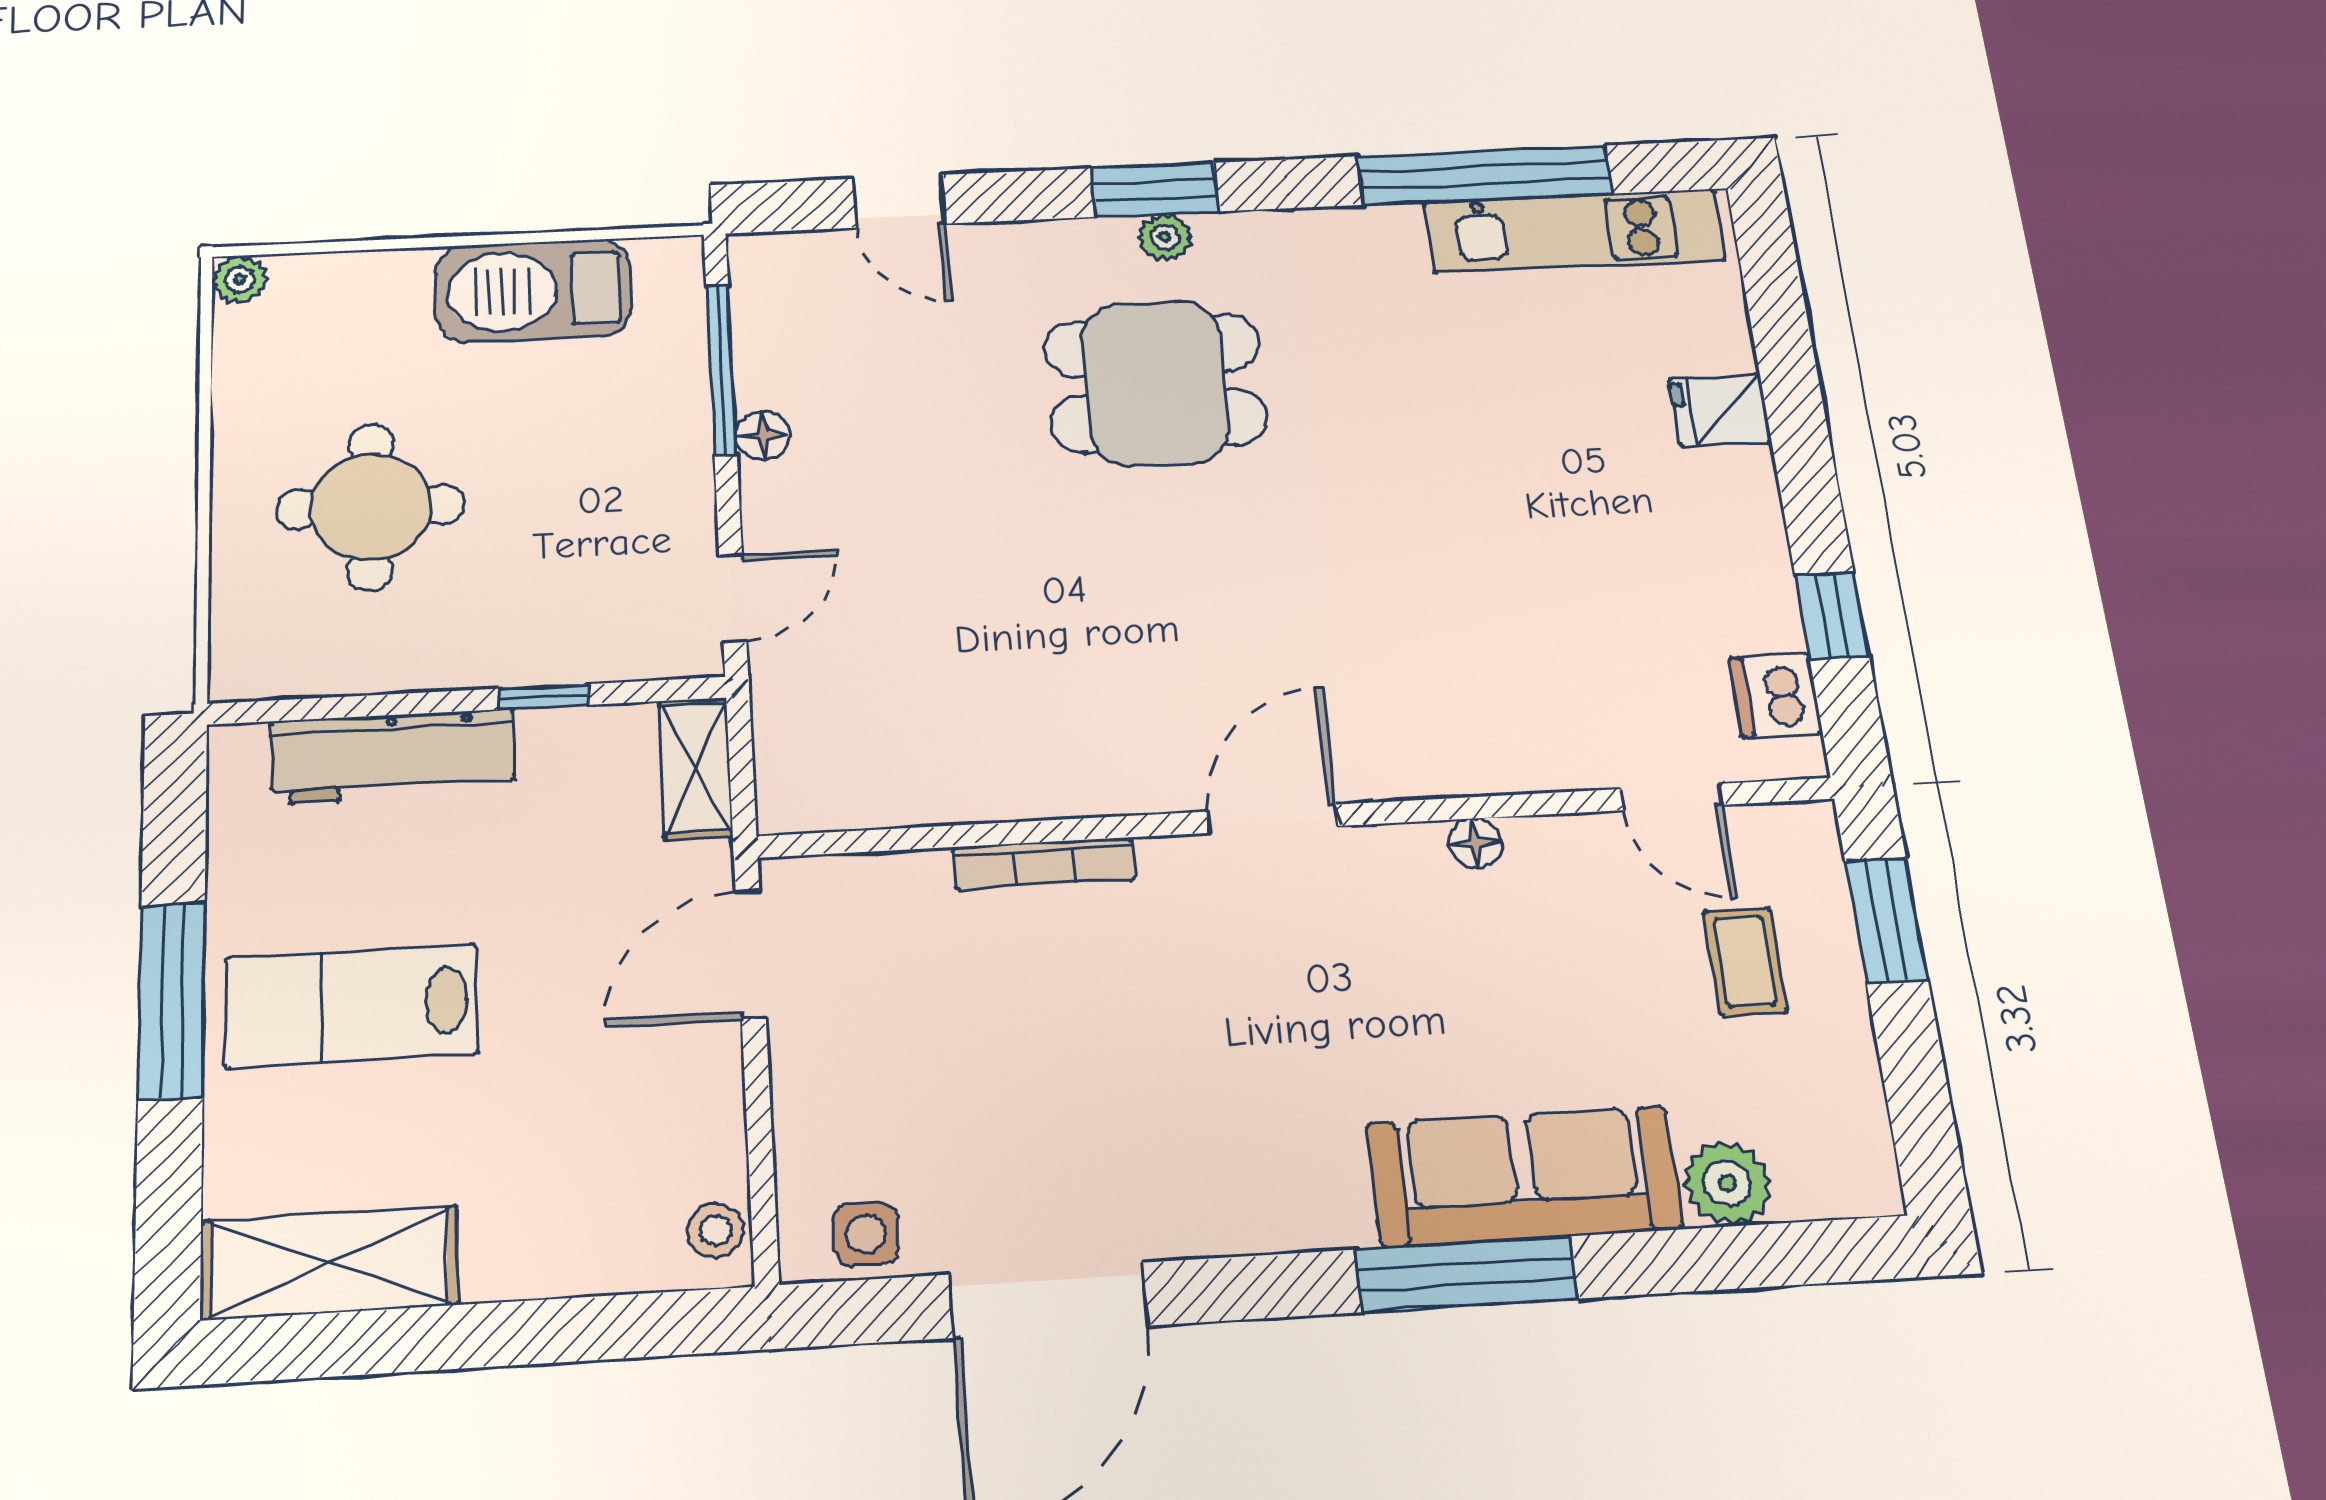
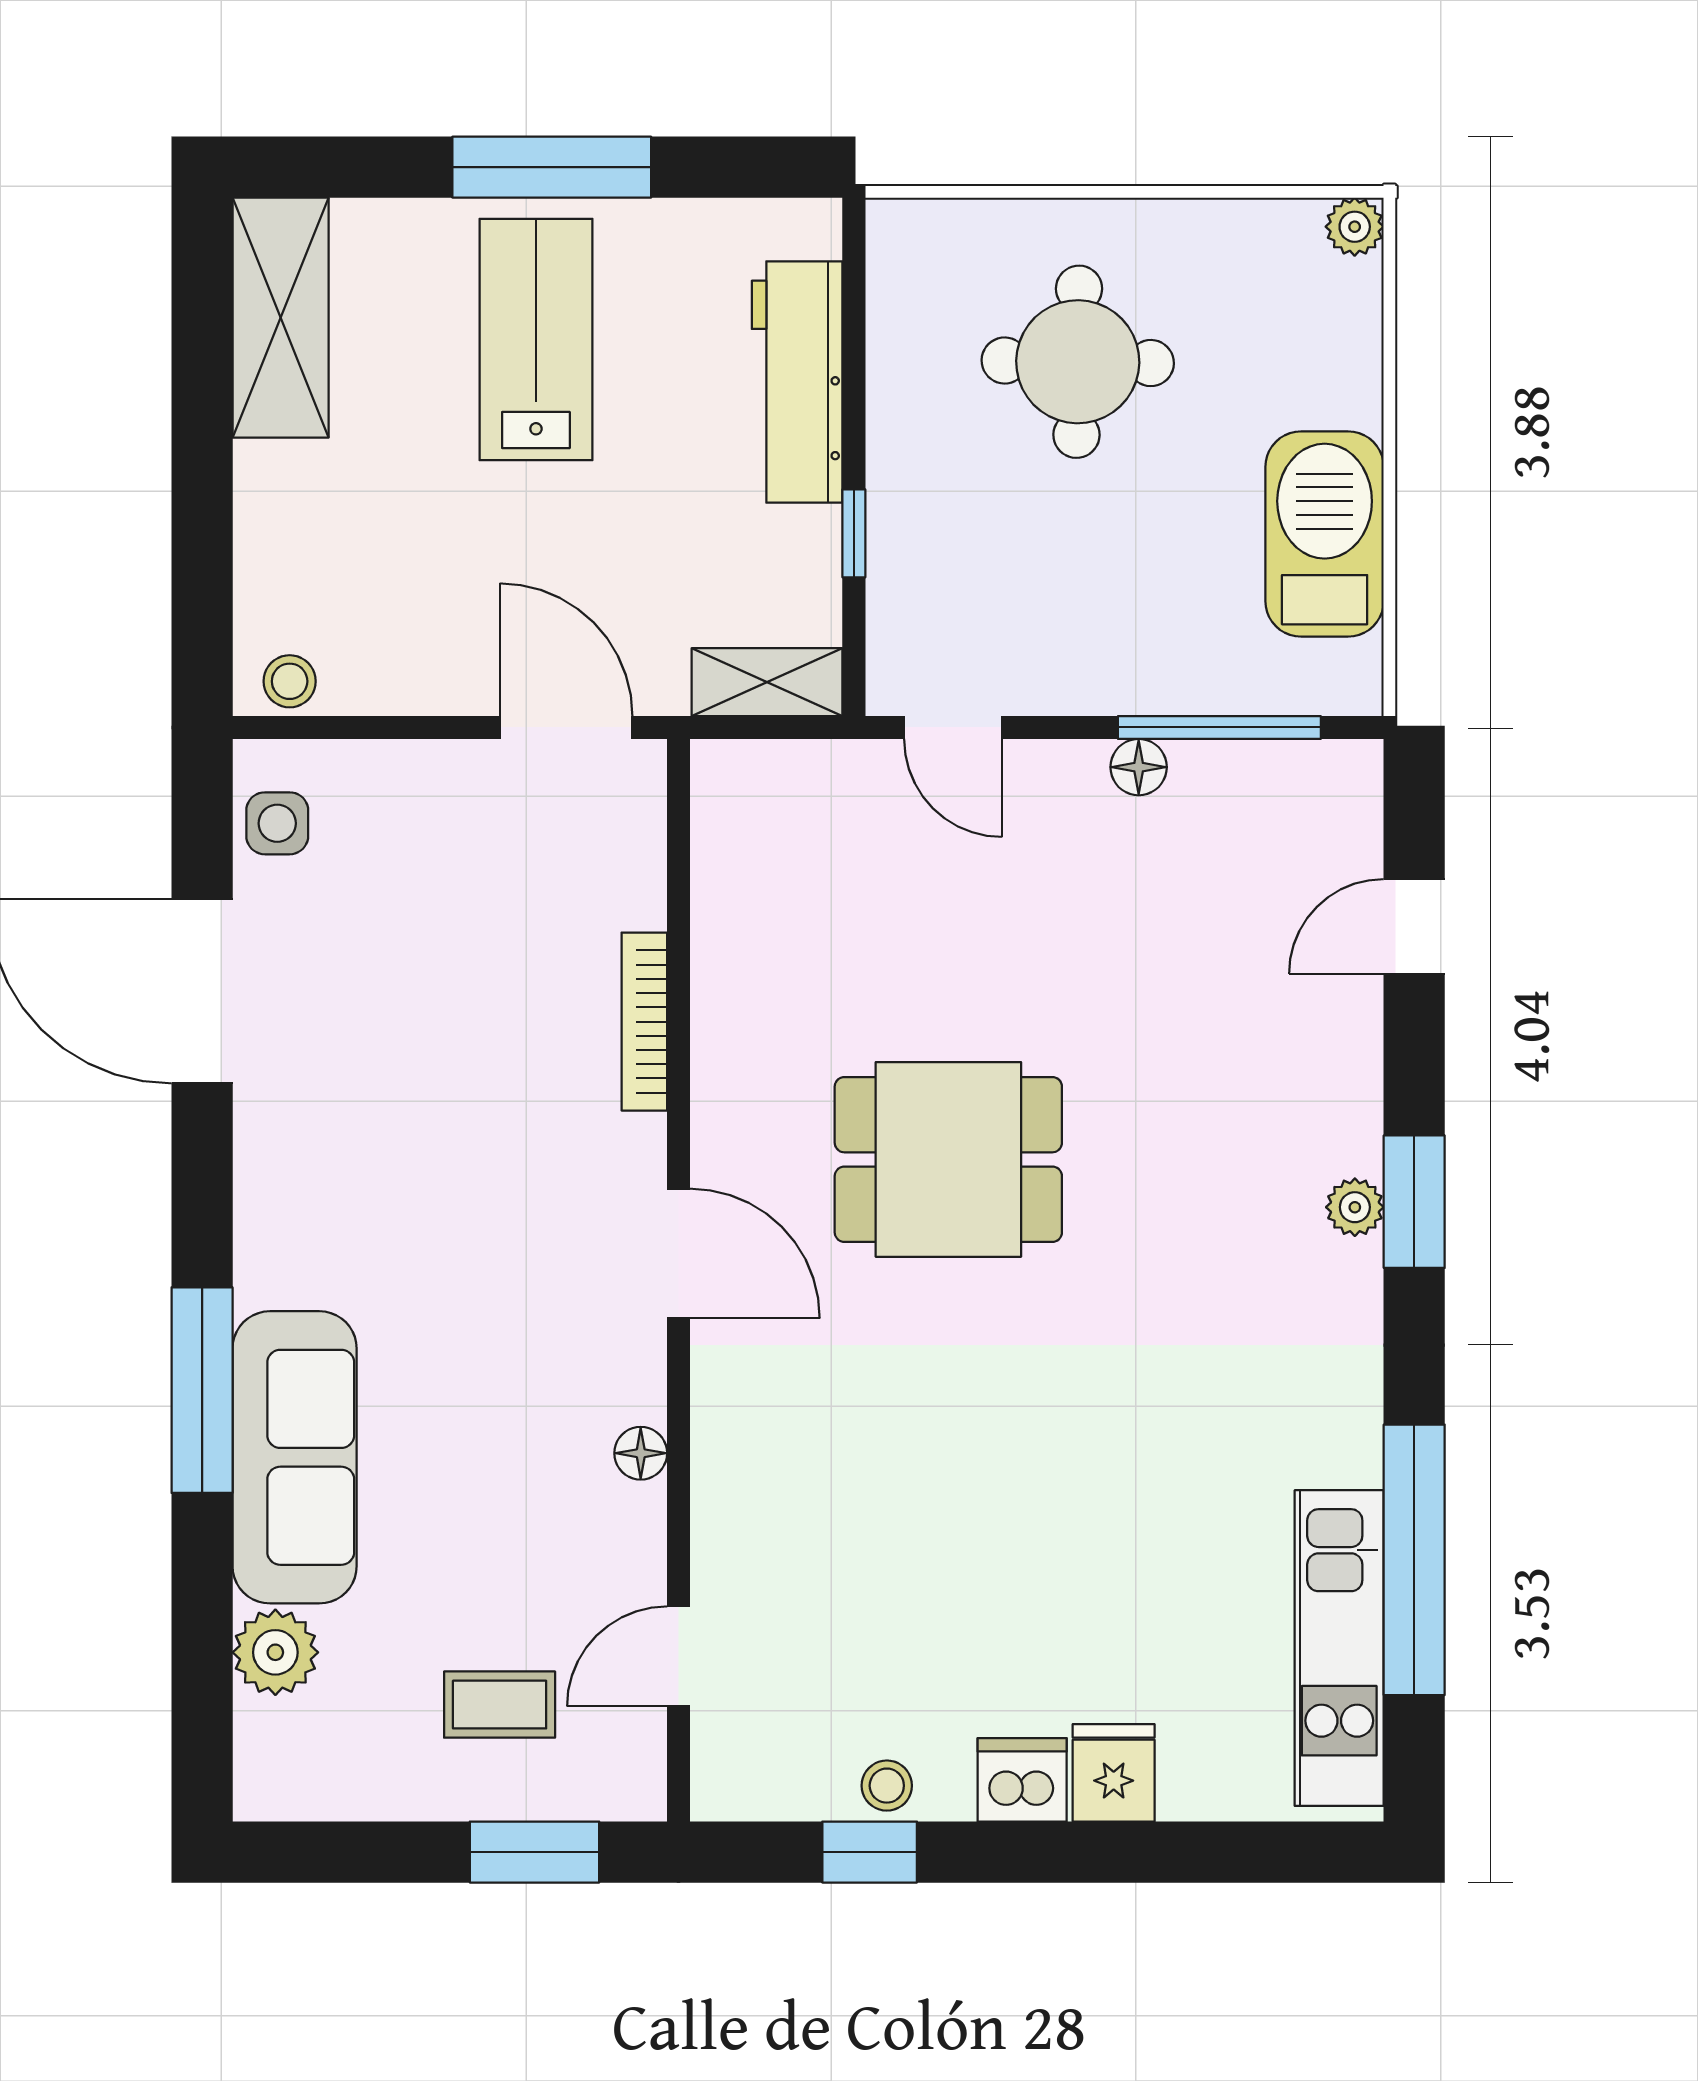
dining table: (1155, 383) -> (948, 1159), moved, turned 90
stool: (1766, 604) -> (887, 1786), added
dishwasher: (1776, 696) -> (1022, 1780), moved

